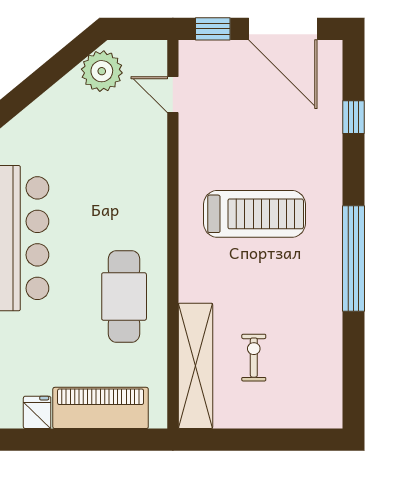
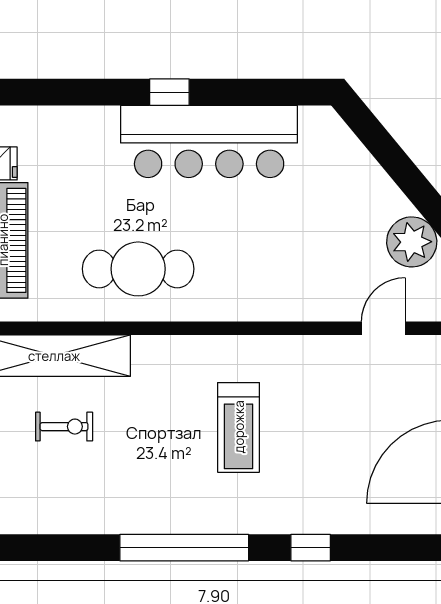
window: (353, 117) -> (311, 548), moved
treadmill: (254, 214) -> (239, 427), width x0.73, depth x0.73

